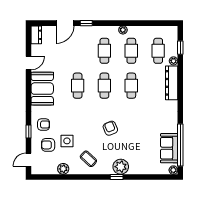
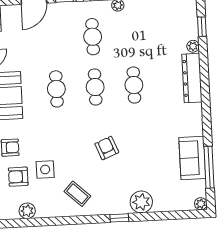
cafe table: (131, 51) -> (131, 35), removed
cafe table: (158, 51) -> (170, 33), removed
window: (180, 145) -> (209, 167), width x0.68
sofa: (169, 148) -> (192, 158), moved
plant: (121, 167) -> (141, 202), moved
plant: (63, 169) -> (27, 211), moved

